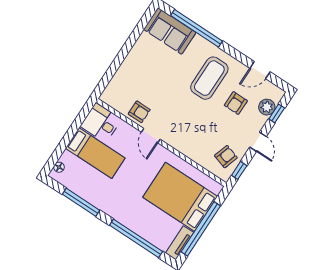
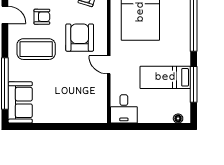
armchair: (139, 112) -> (80, 38), moved, width x1.88, depth x1.88
door: (151, 136) -> (109, 65), swing flipped
bed: (95, 153) -> (165, 77), moved, turned -90

